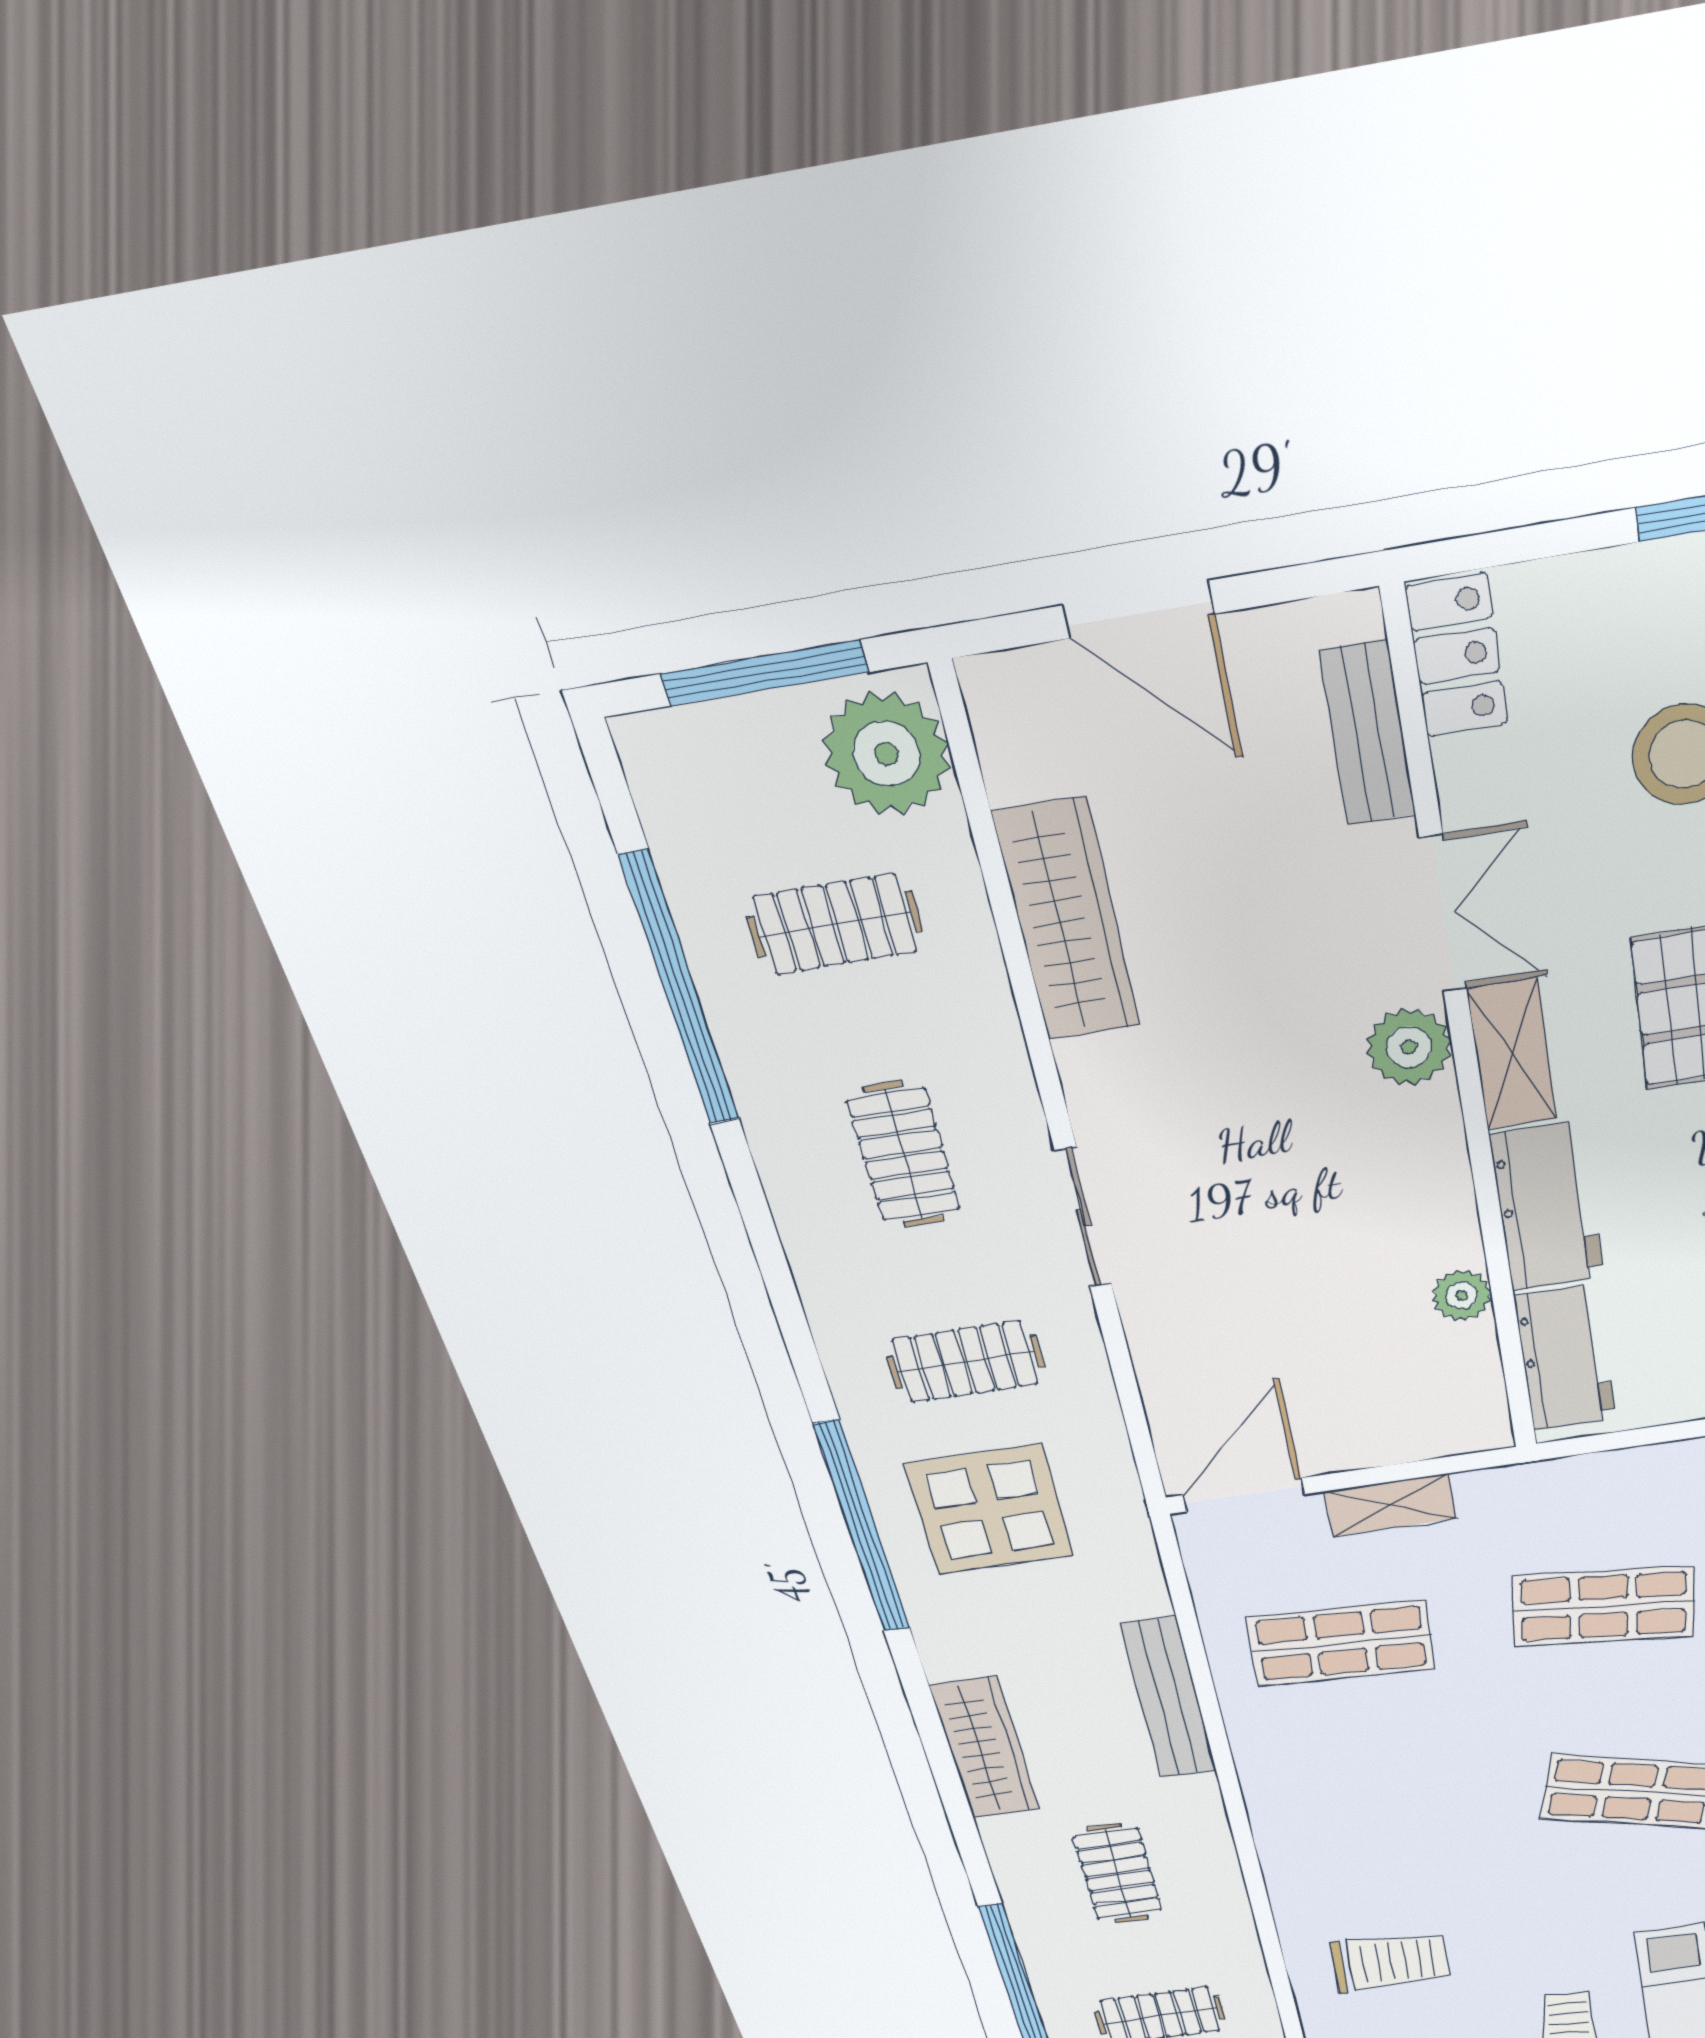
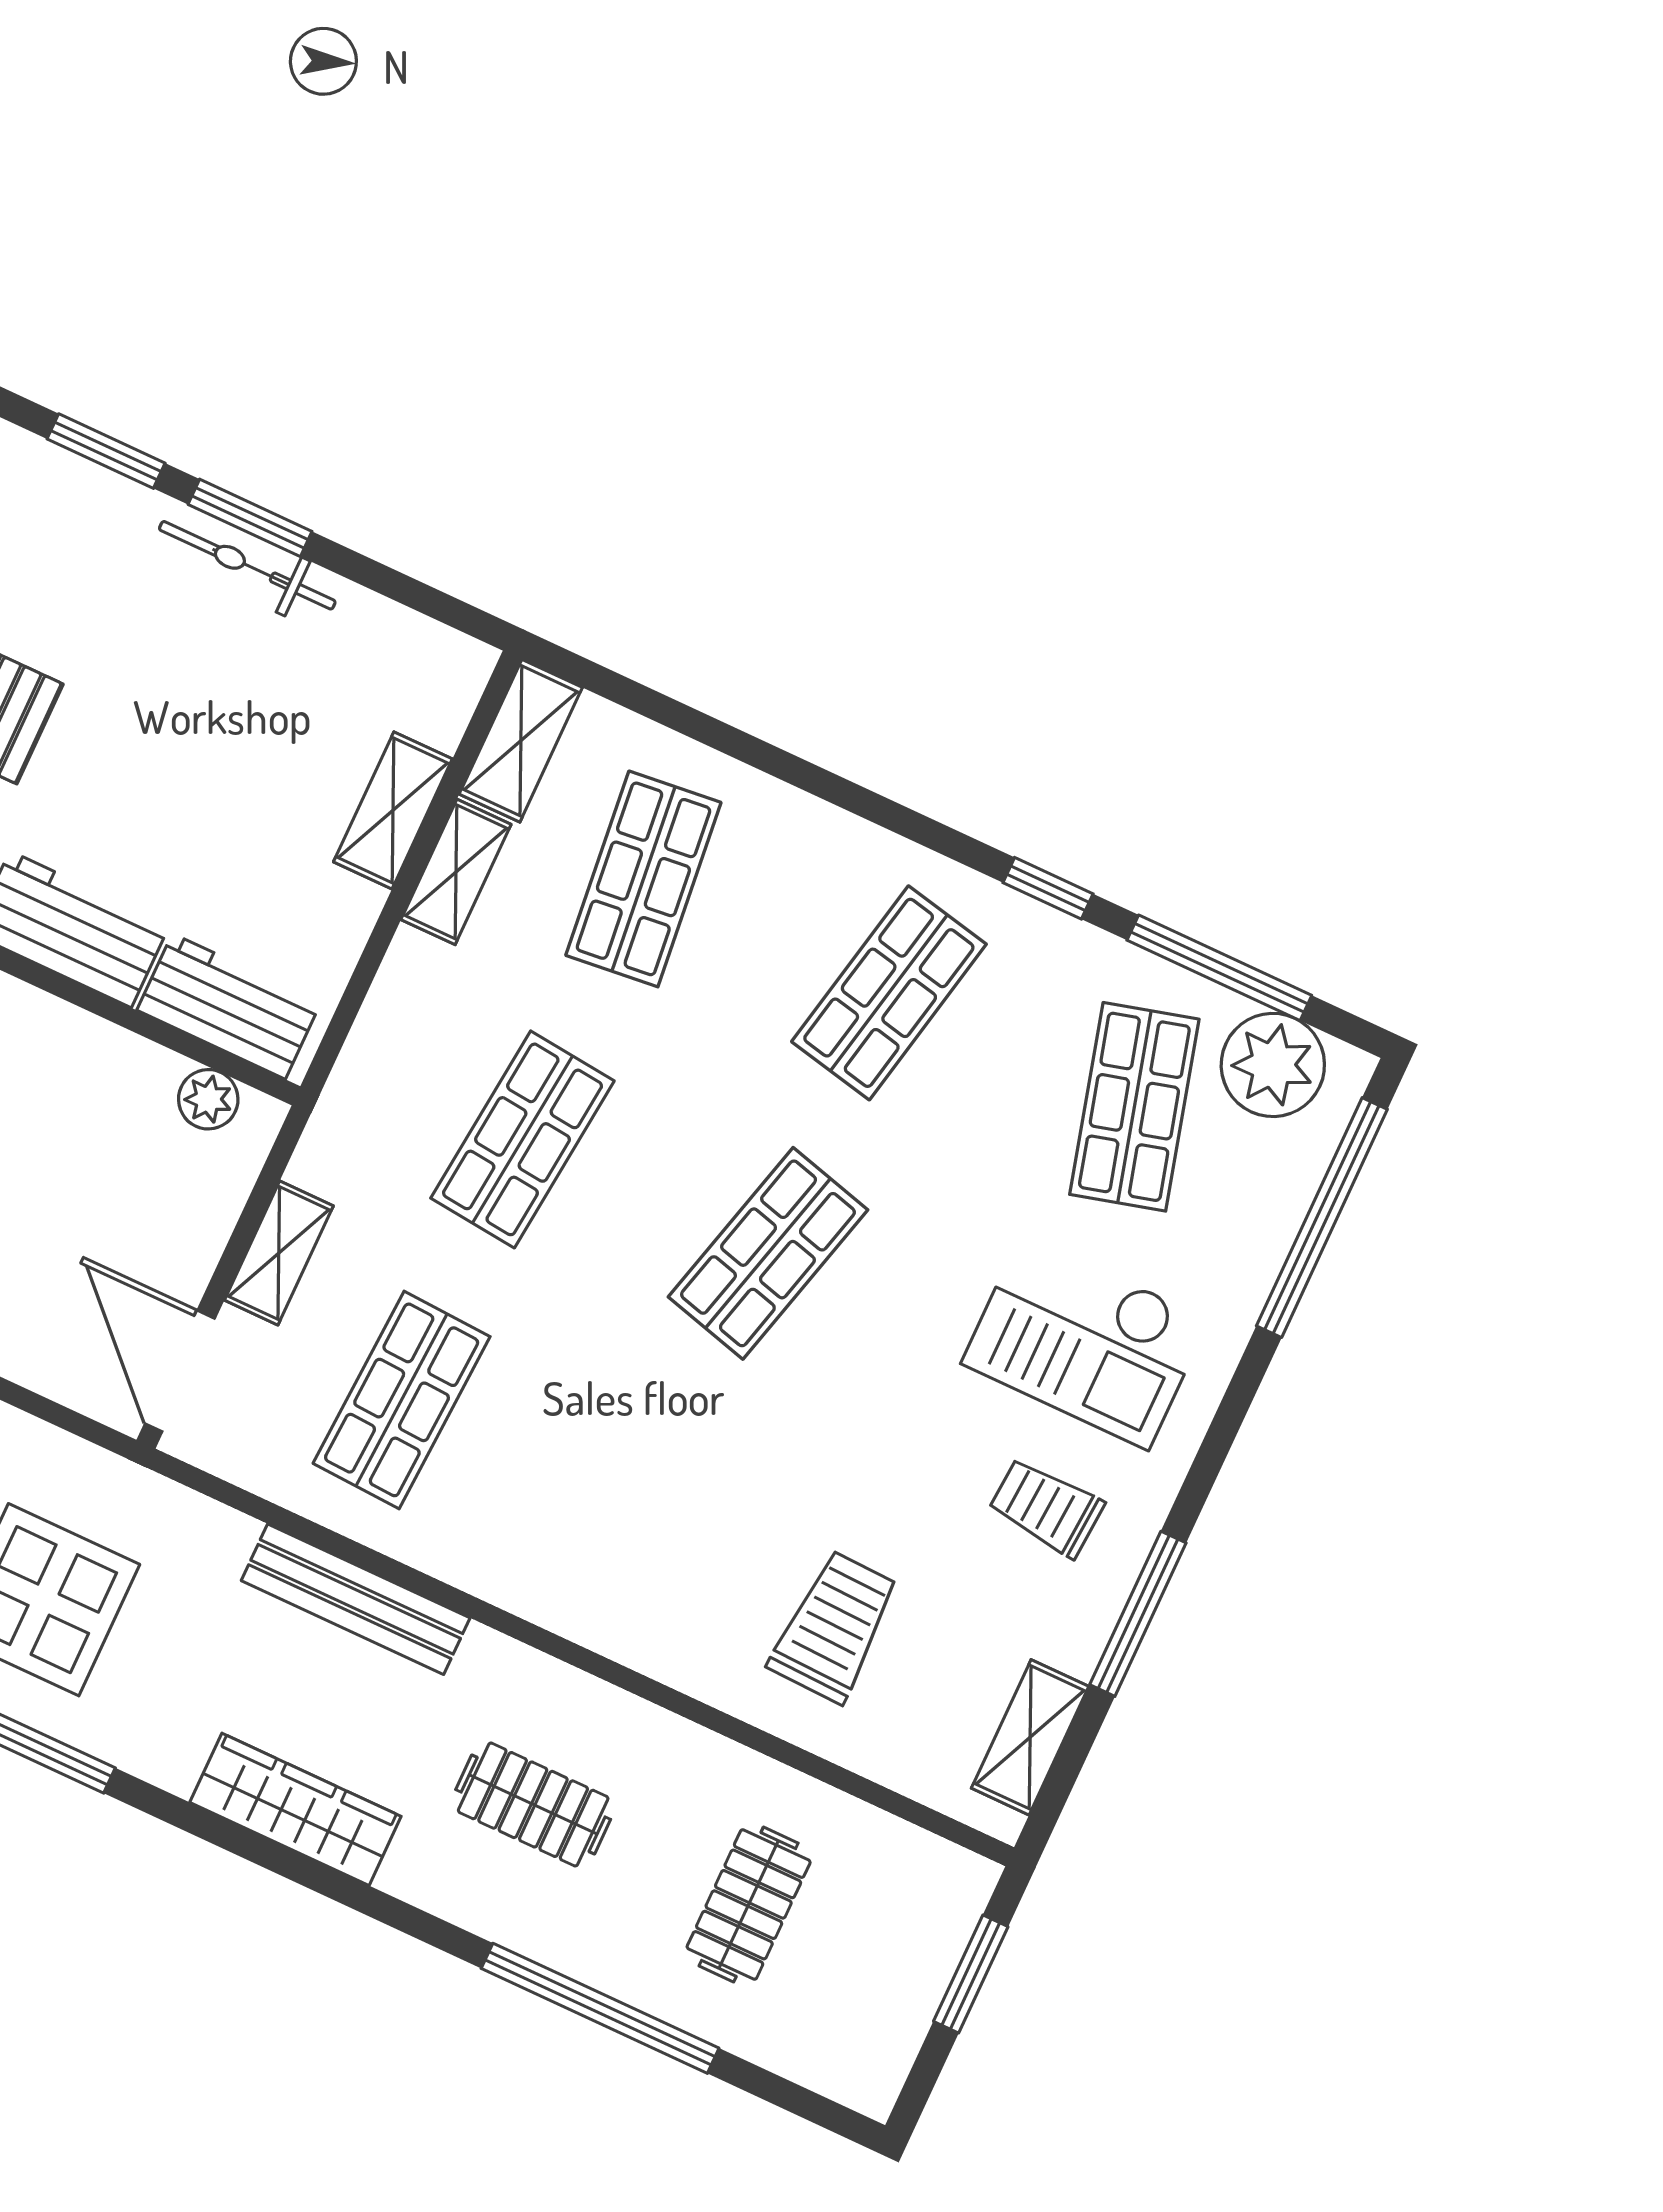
plant: (1462, 1295) -> (208, 1099), moved

